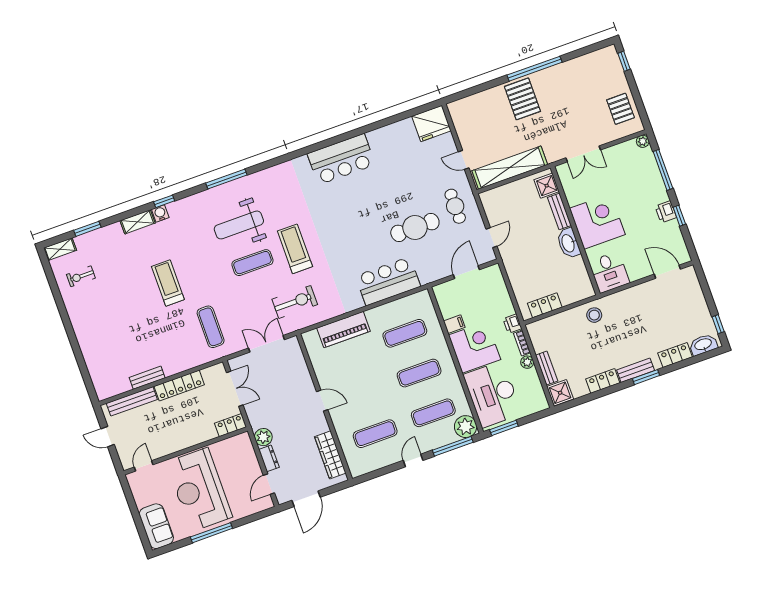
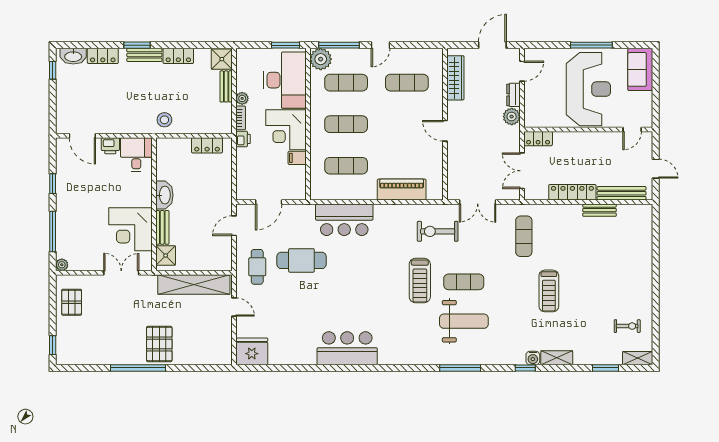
printer: (666, 212) -> (110, 146), moved, turned 90
corner desk: (597, 221) -> (131, 229), moved

